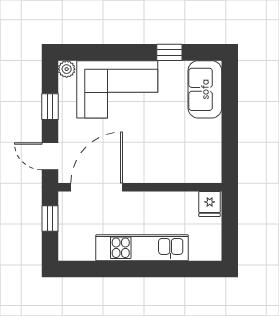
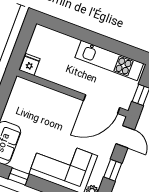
kitchen unit: (142, 248) -> (109, 61), moved

